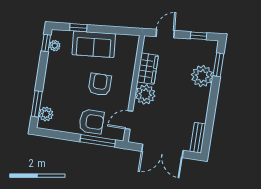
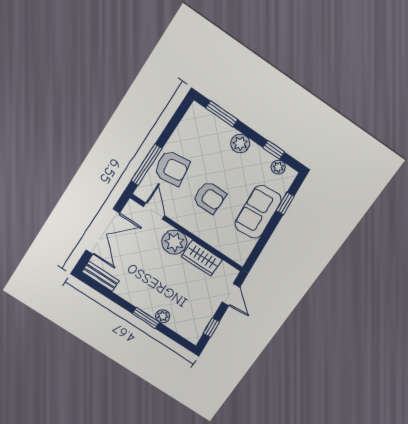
window: (46, 43) -> (274, 150), moved
window: (218, 65) -> (146, 318), moved
plant: (202, 76) -> (163, 316), width x0.53, depth x0.53
plant: (46, 114) -> (240, 144), moved
armchair: (91, 121) -> (172, 168), turned -98
double door: (162, 151) -> (103, 232), swing flipped

